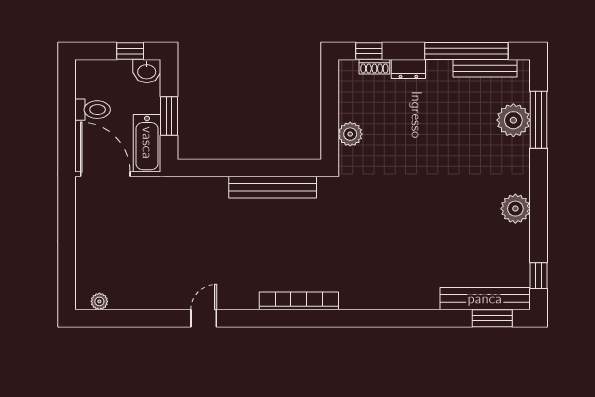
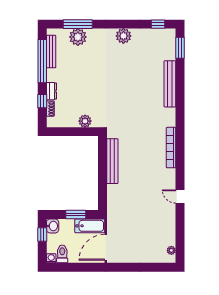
window: (369, 51) -> (42, 101), moved
washing machine: (84, 68) -> (51, 258), added
toilet: (93, 110) -> (62, 254), moved
bench: (485, 299) -> (170, 84), moved

